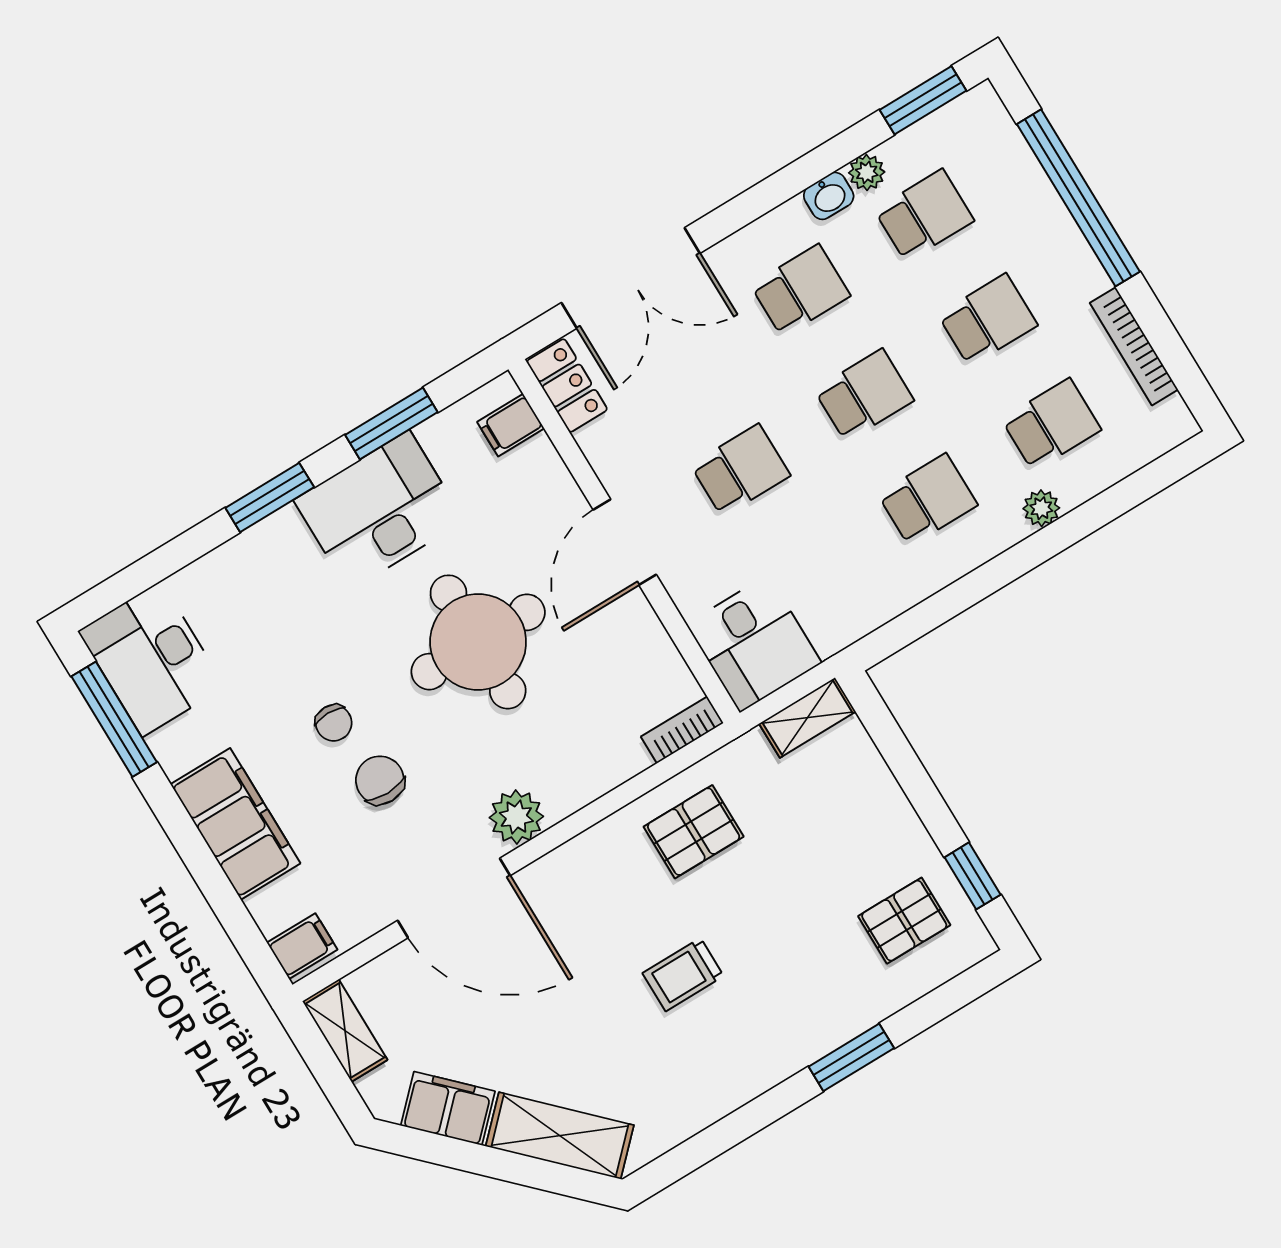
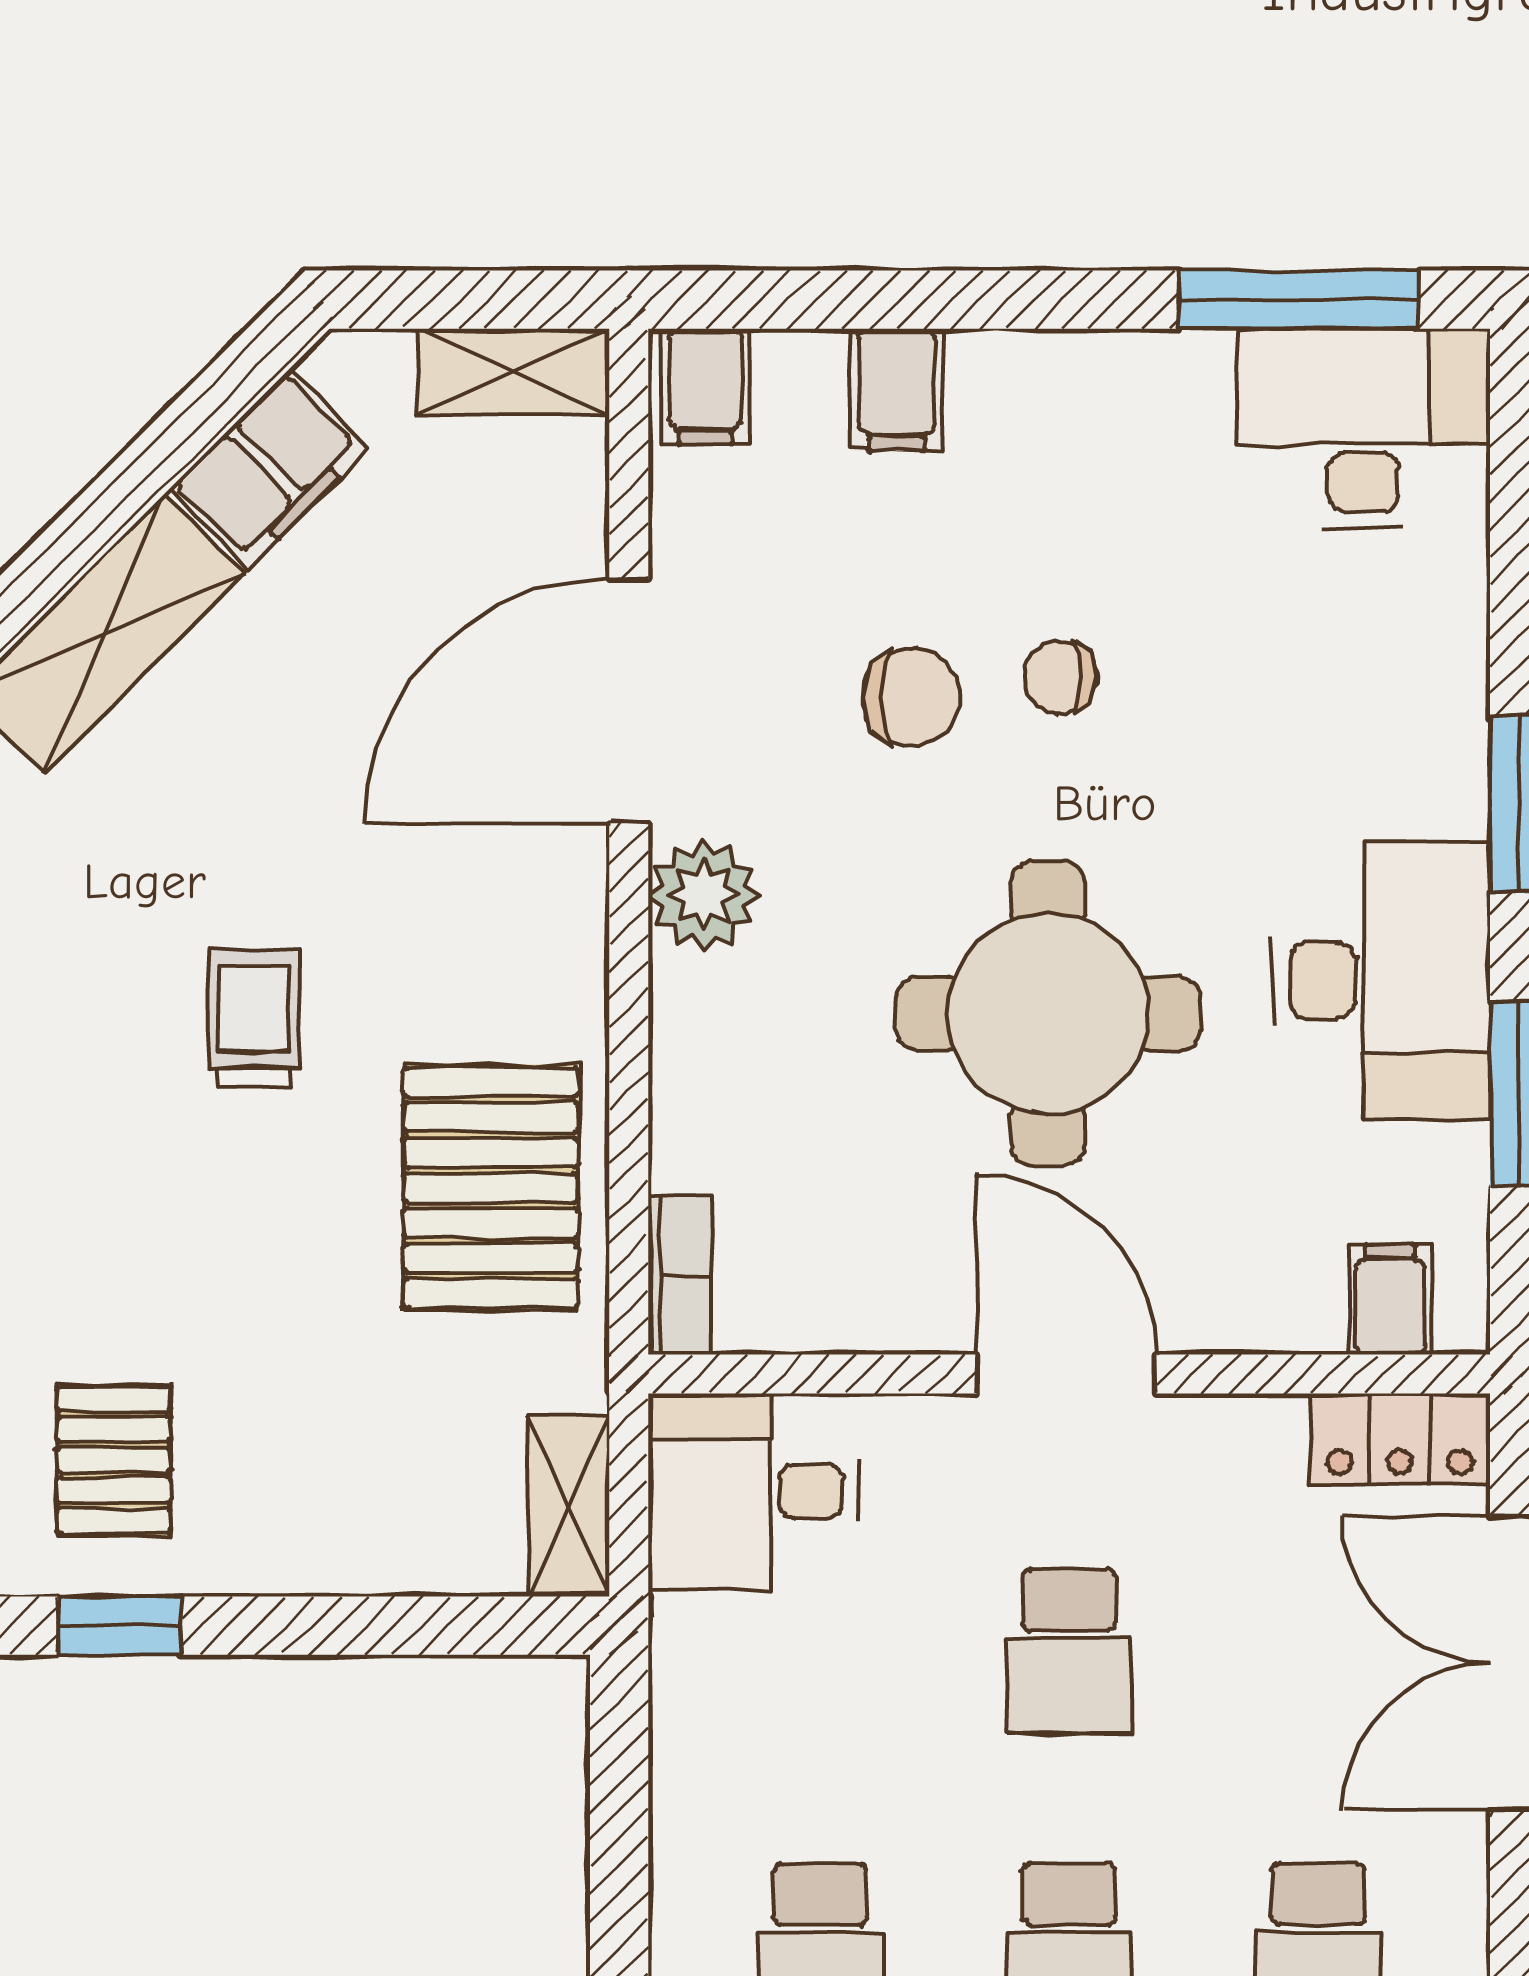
filing cabinet: (235, 824) -> (897, 390), width x0.33, depth x0.86
pallet: (694, 832) -> (491, 1188), width x1.50, depth x1.42

